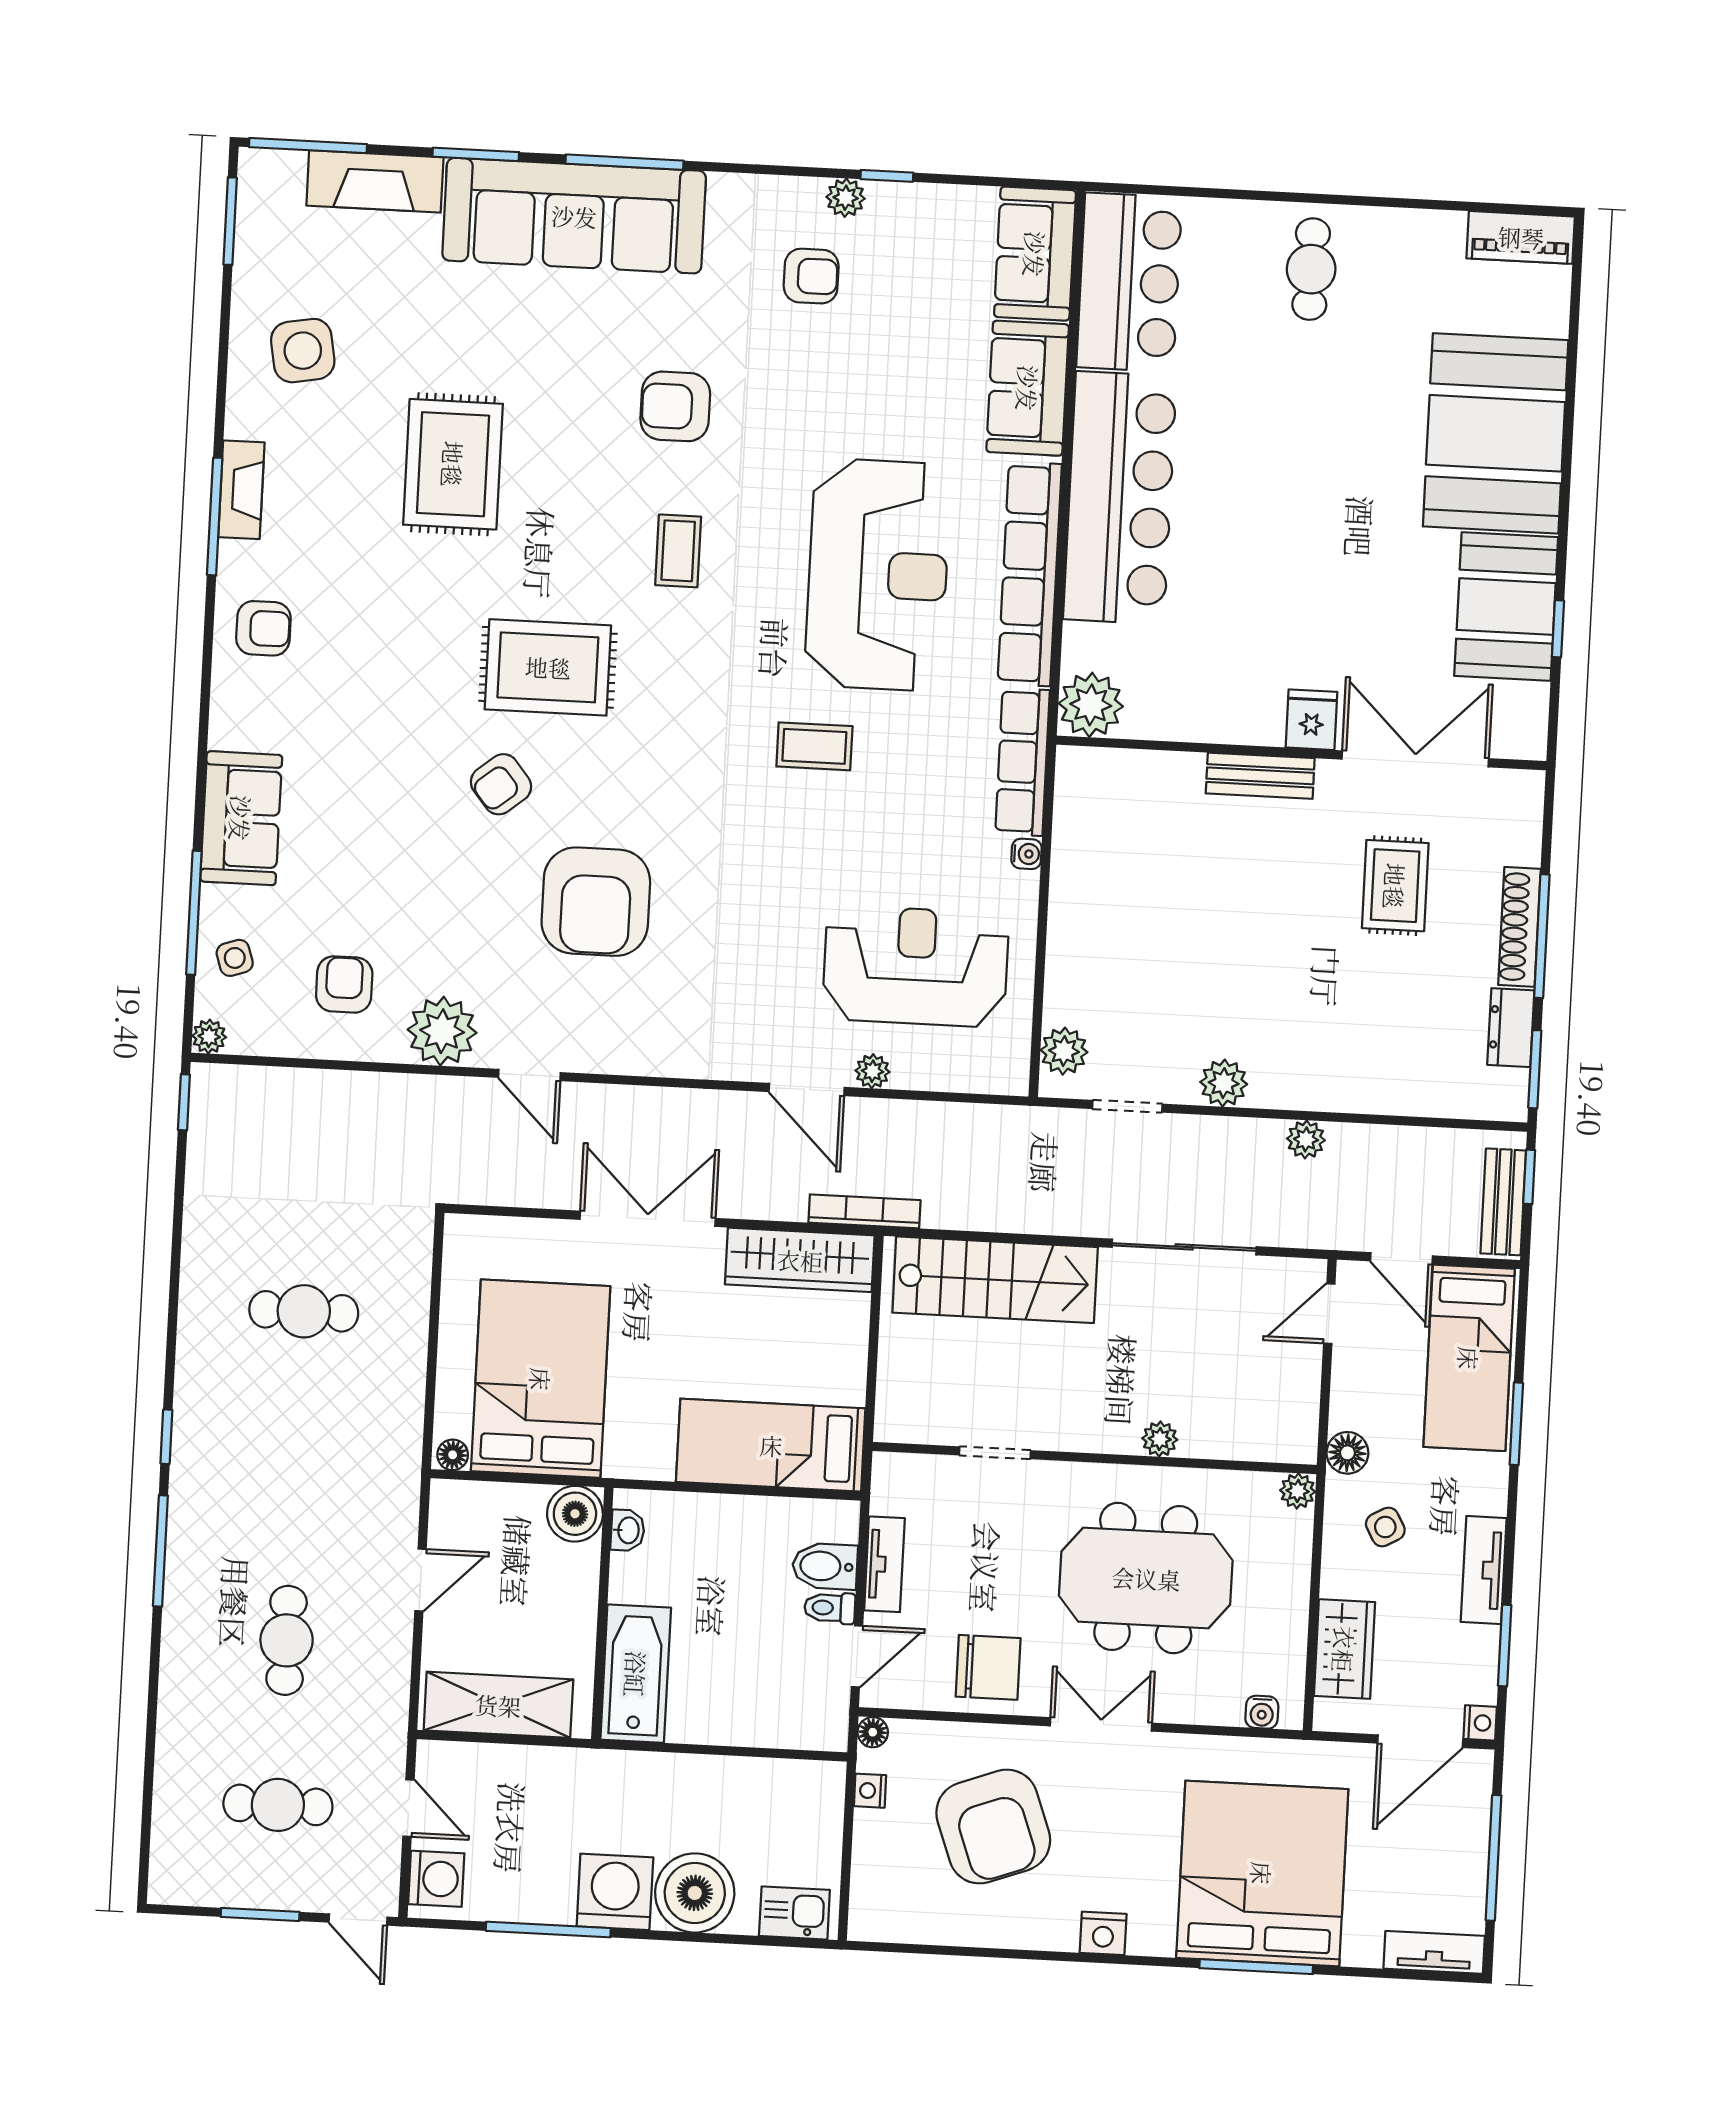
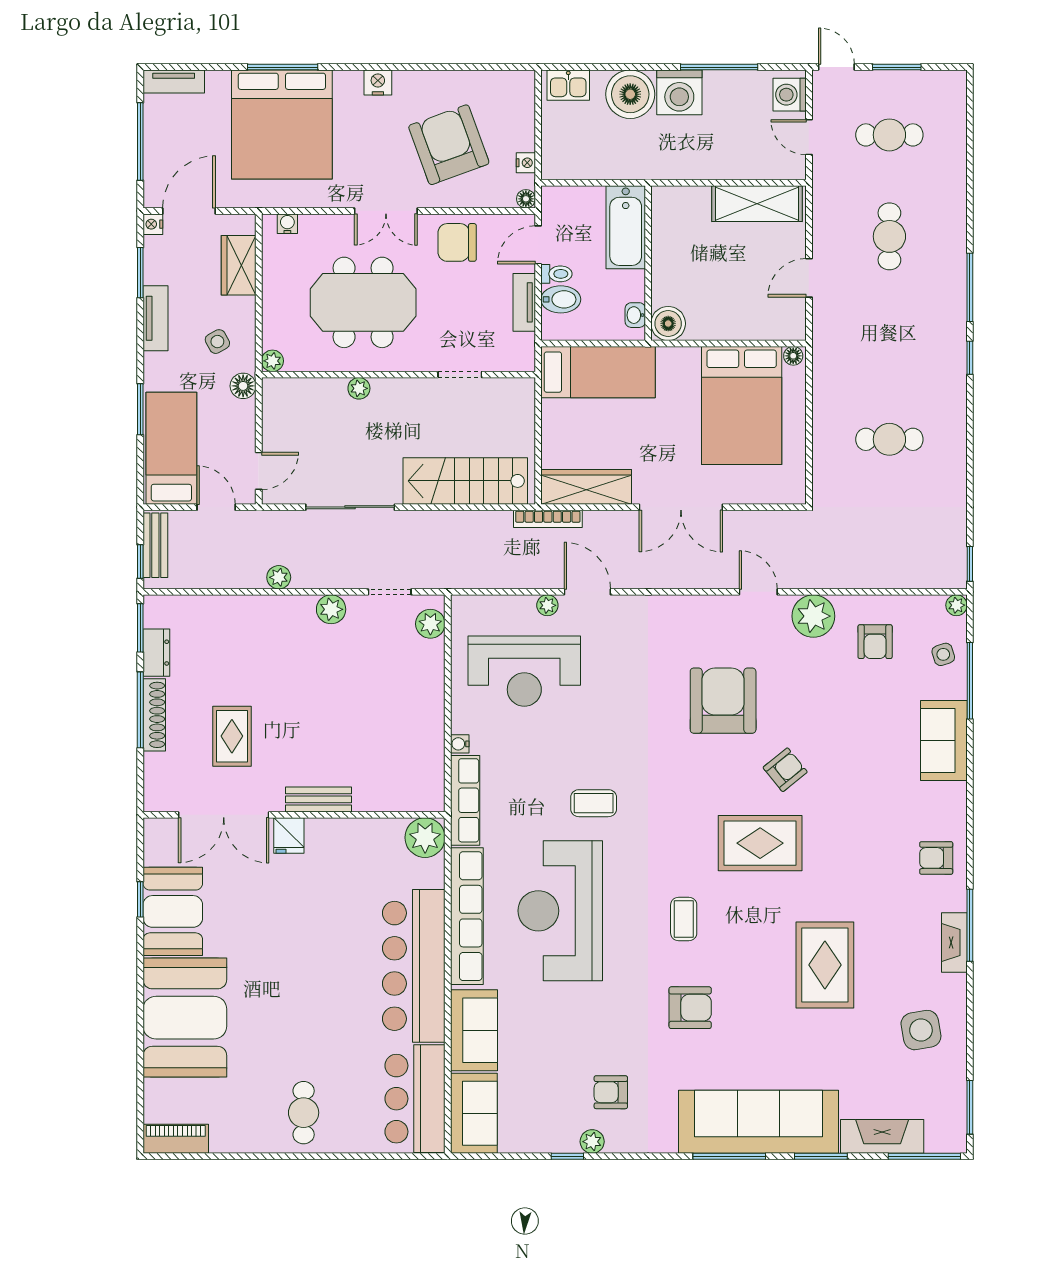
boiler: (575, 1514) -> (668, 324), moved
washbasin: (628, 1530) -> (635, 315), moved
wall: (602, 1613) -> (648, 263), moved
bathtub: (636, 1674) -> (626, 227), moved

